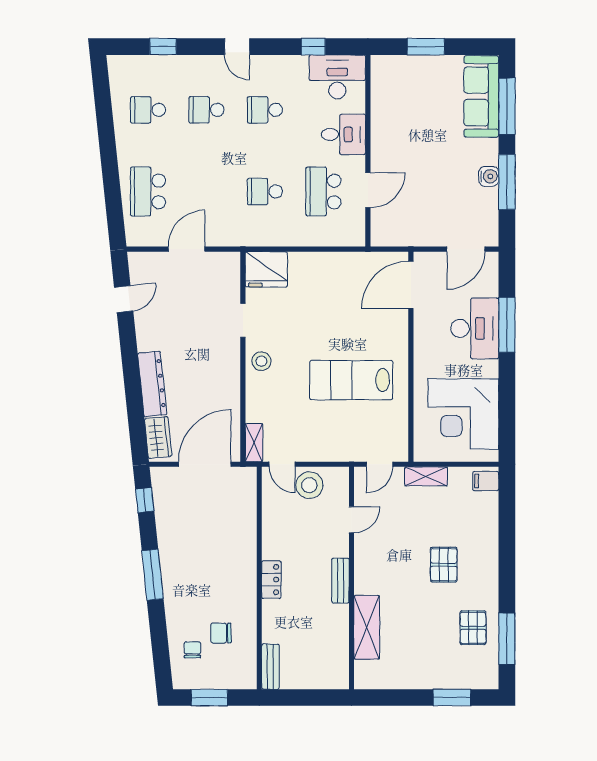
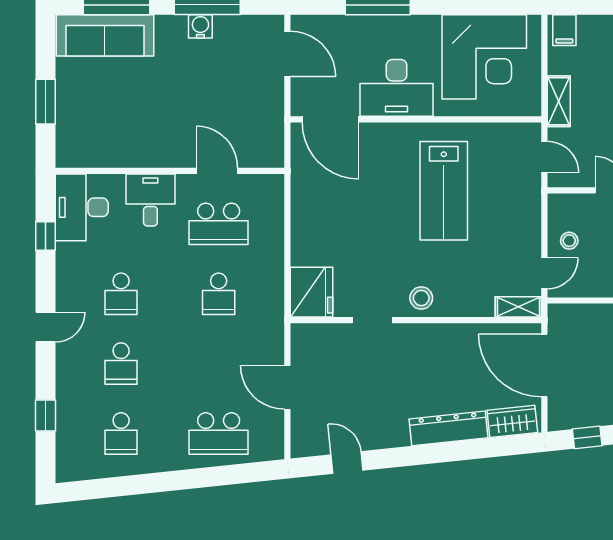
desk: (475, 328) -> (397, 88), moved, turned 180
stool: (309, 485) -> (569, 241), width x0.53, depth x0.53

